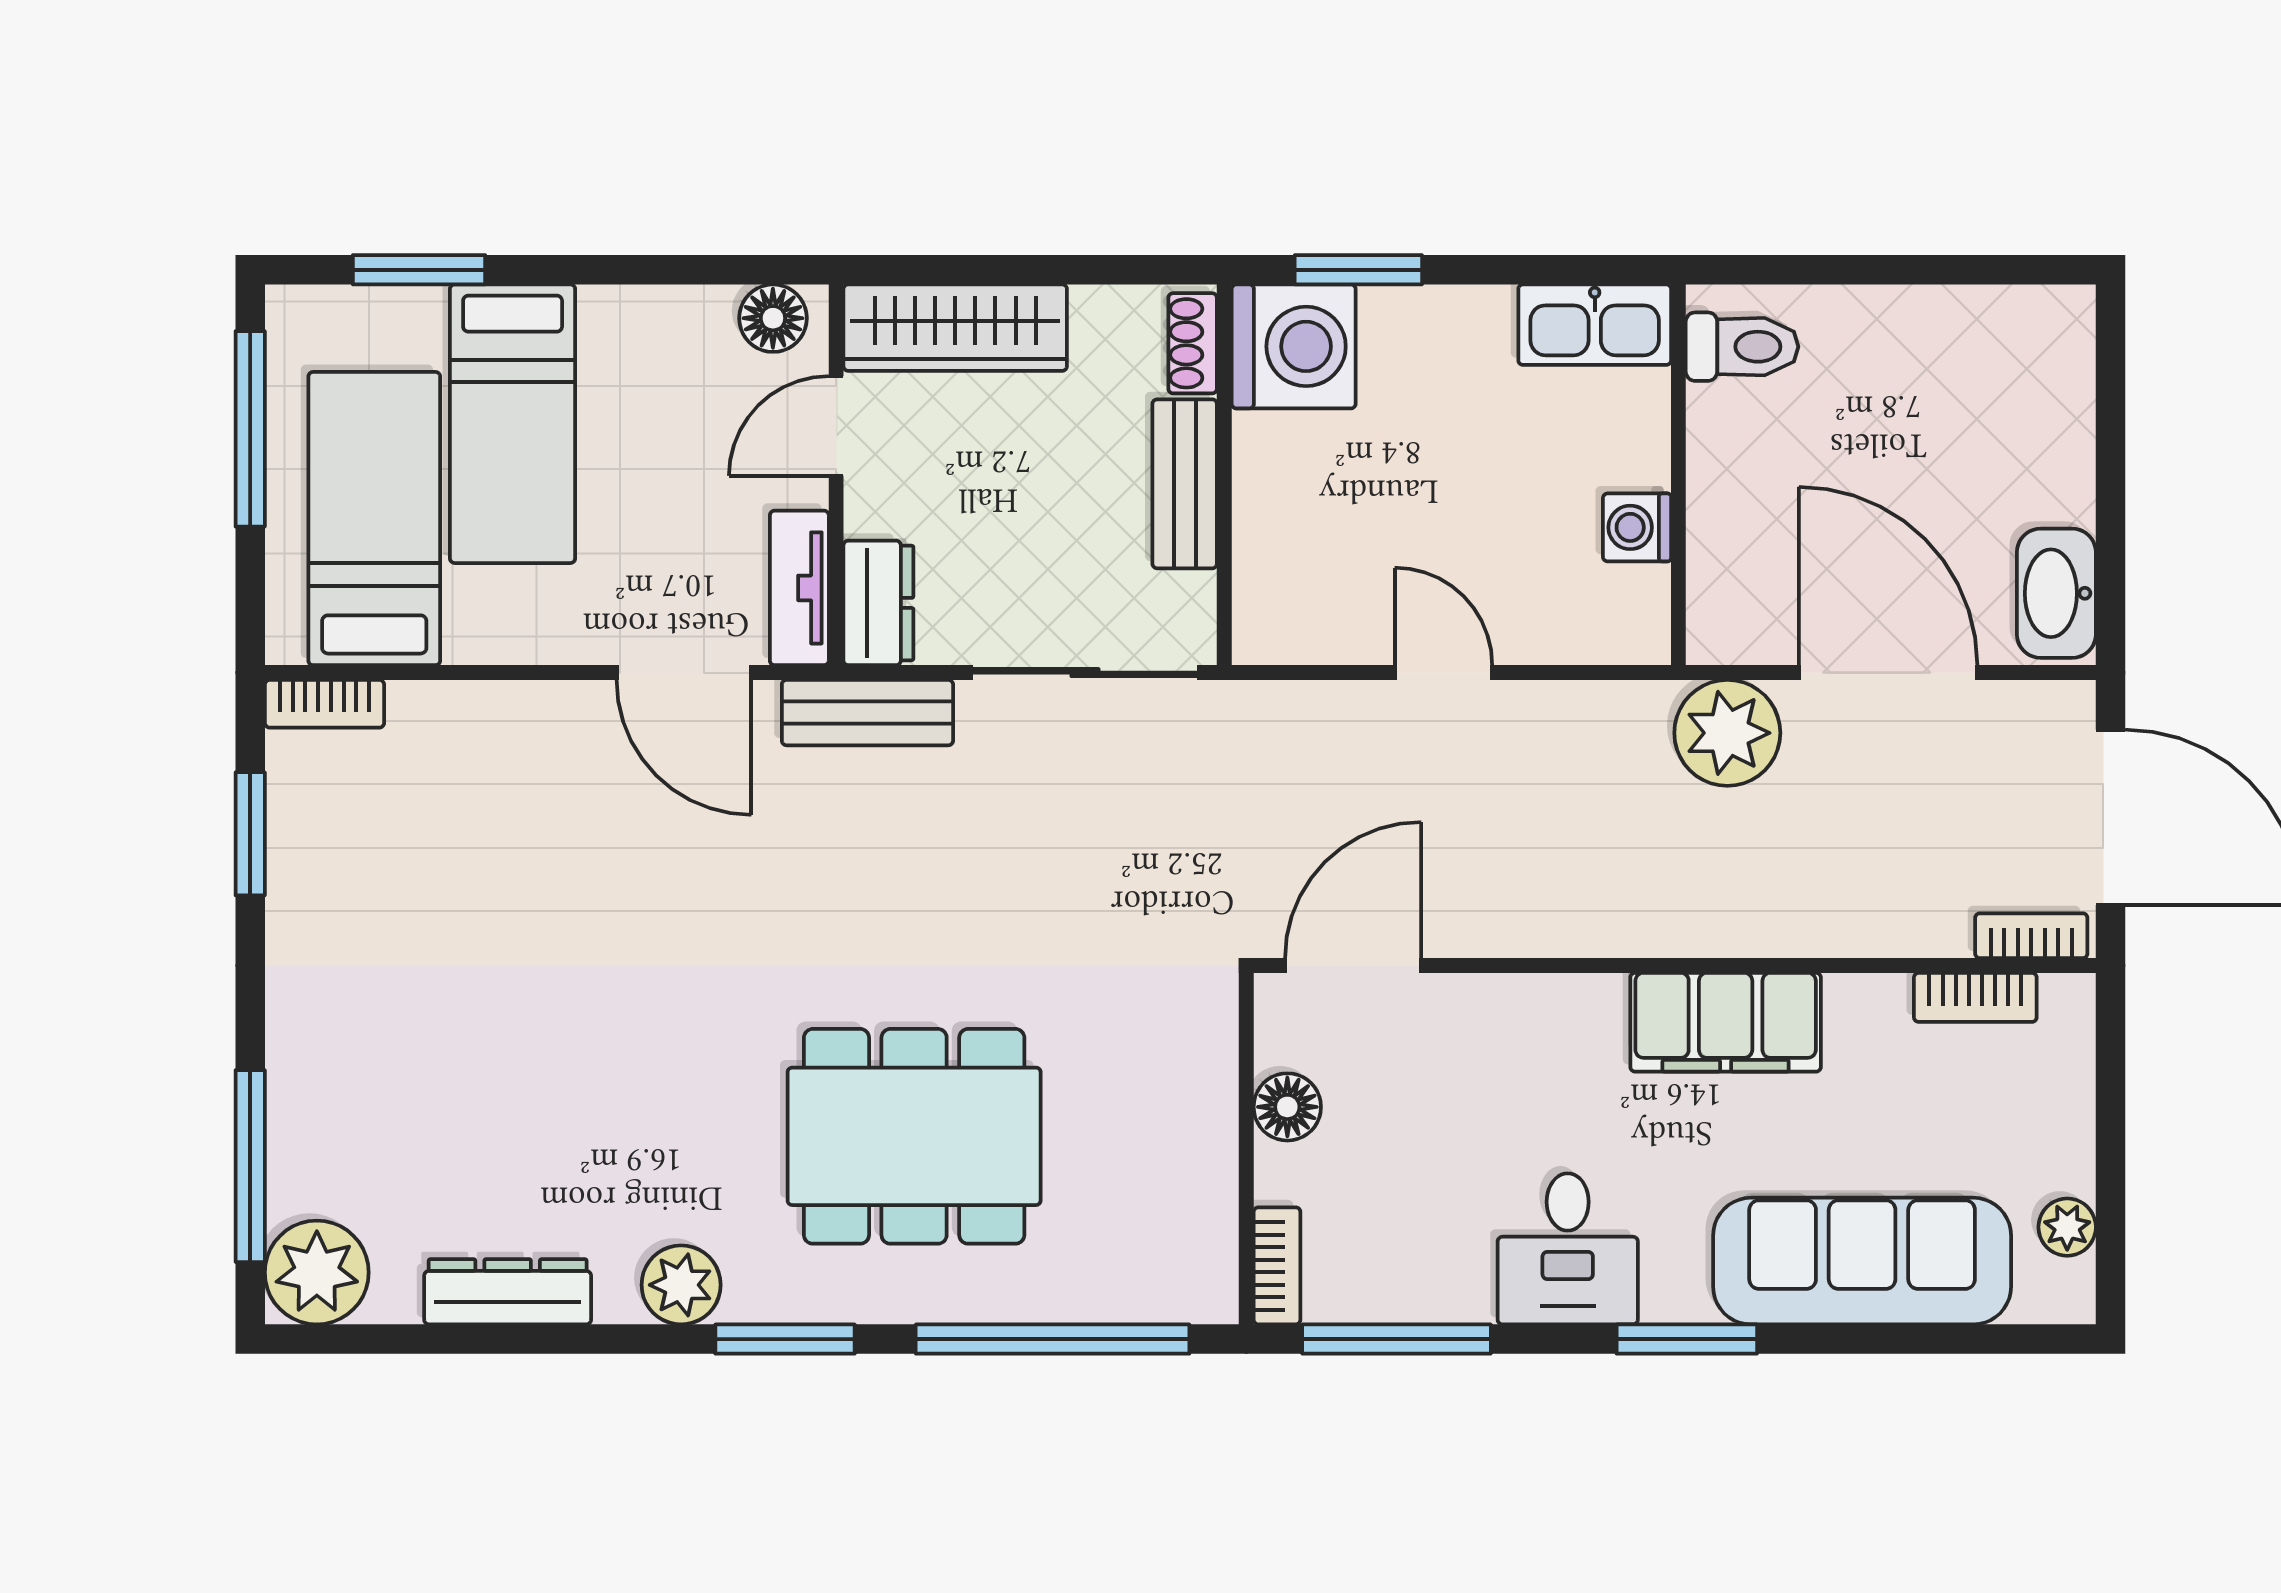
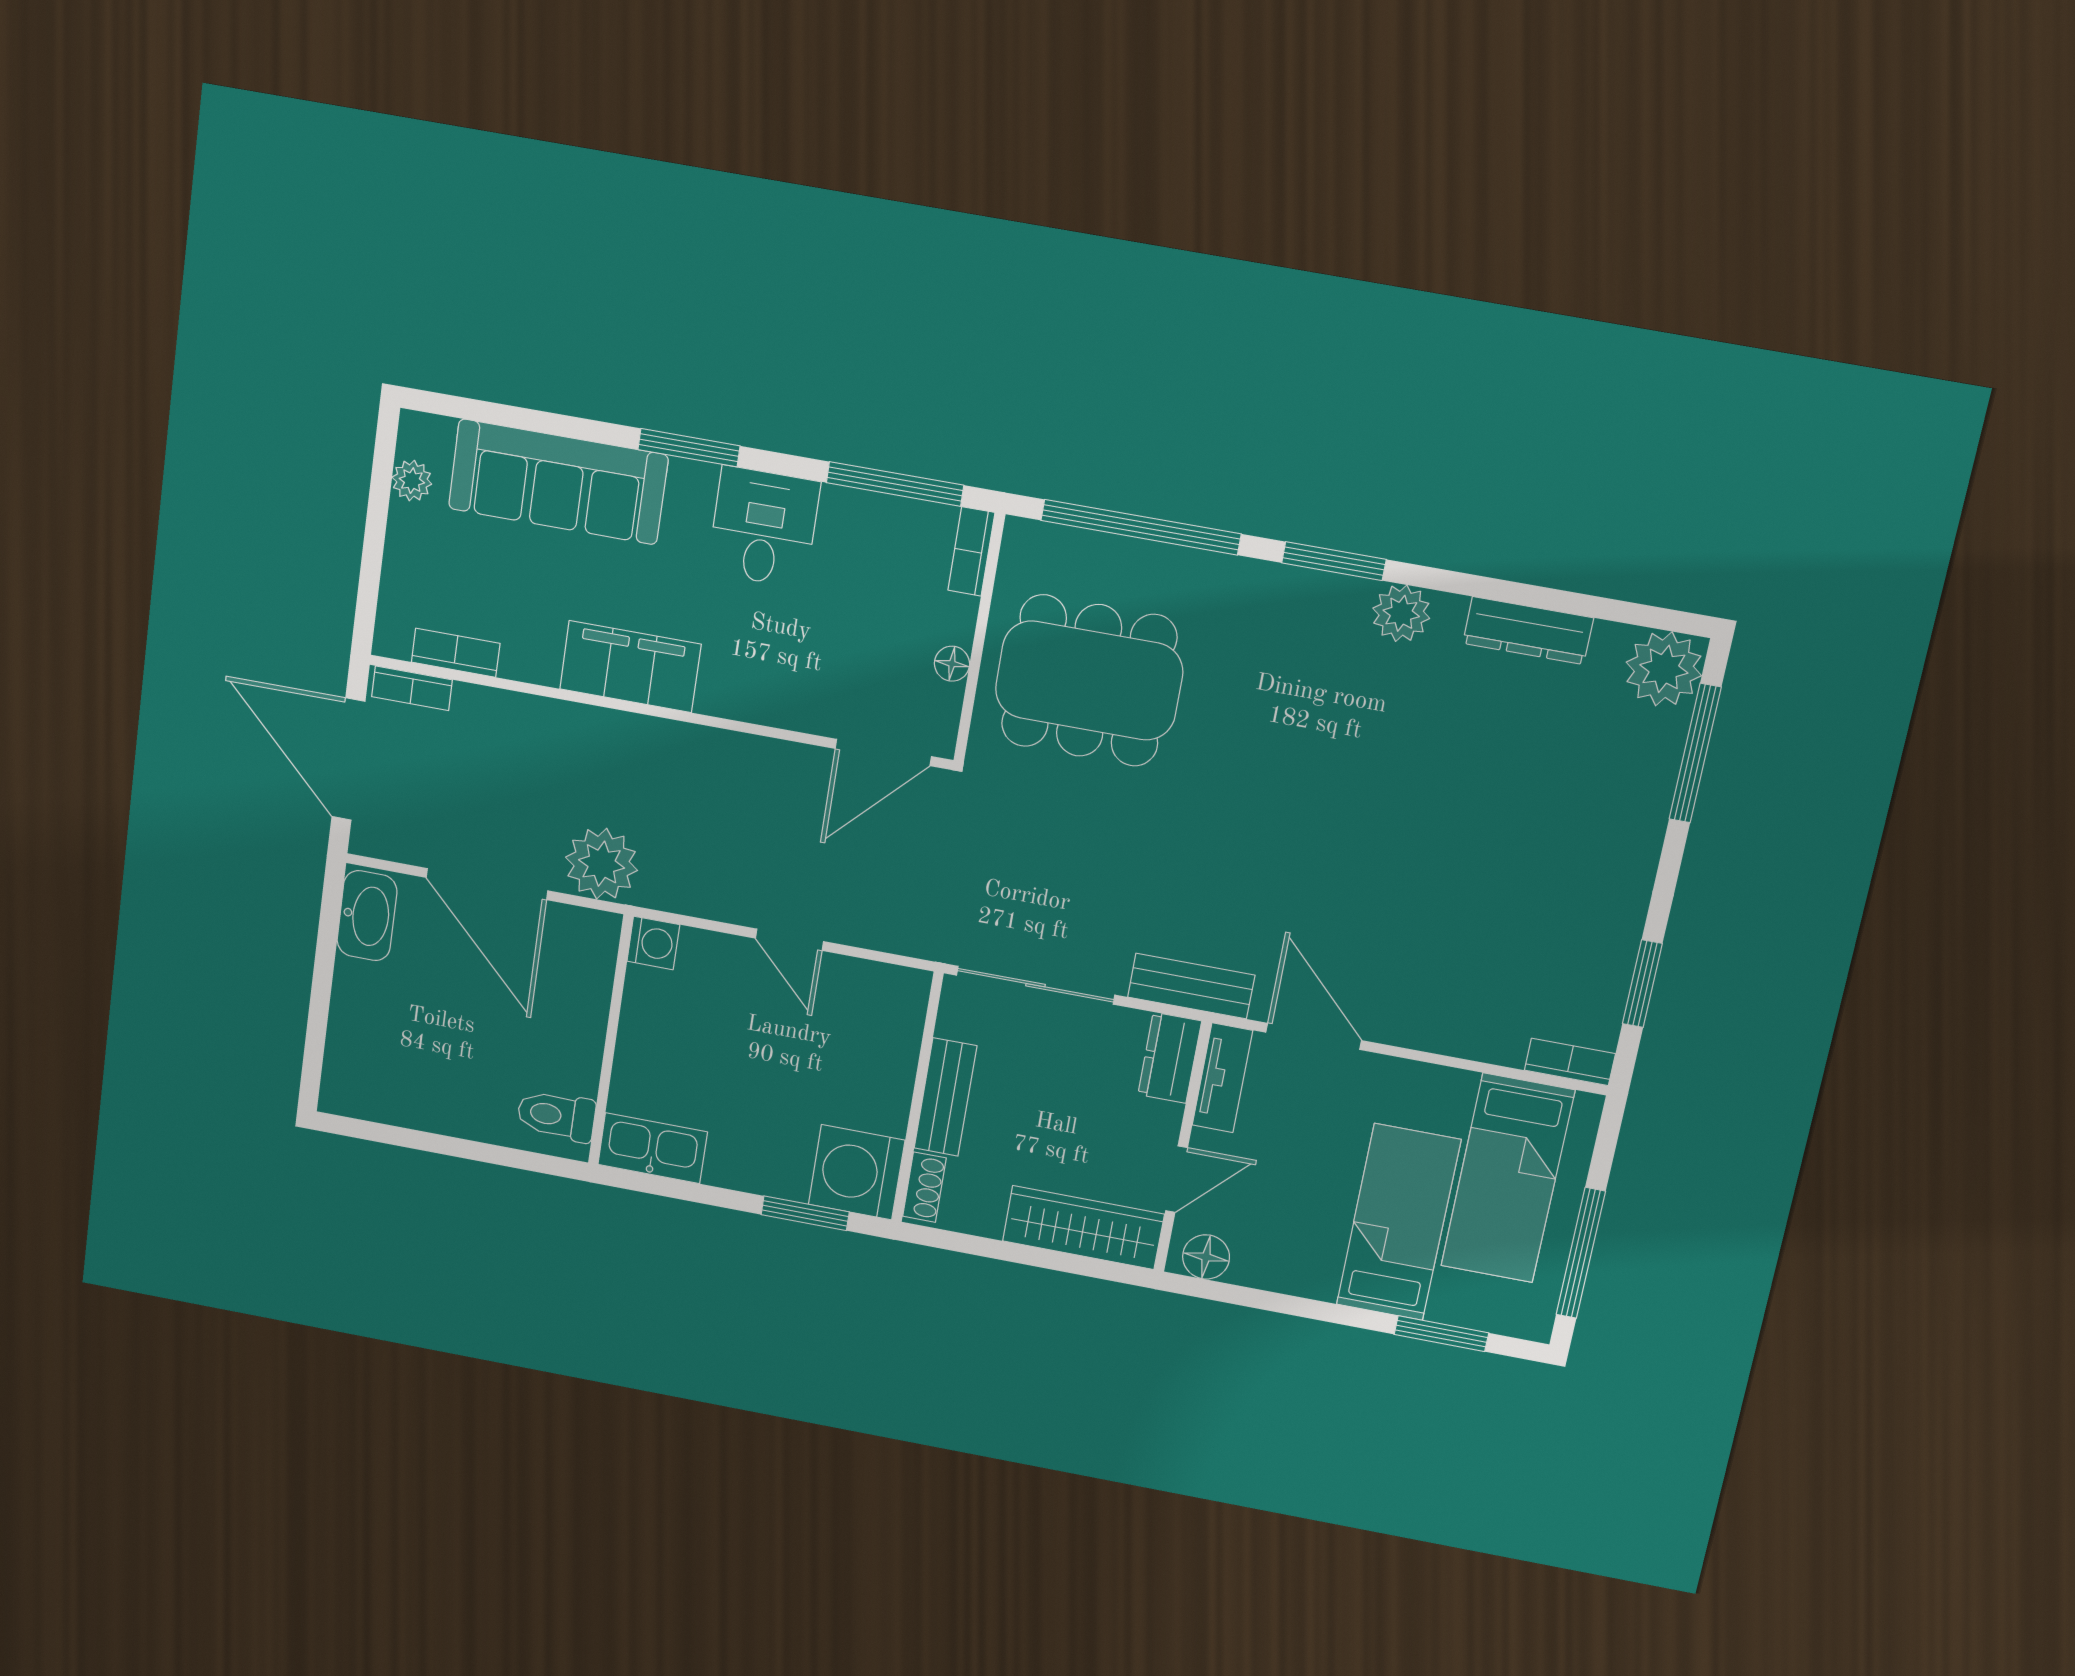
washing machine: (1637, 527) -> (653, 943), moved
floor lamp: (1287, 1107) -> (952, 664), width x0.73, depth x0.73
dining table: (914, 1136) -> (1089, 681), moved

